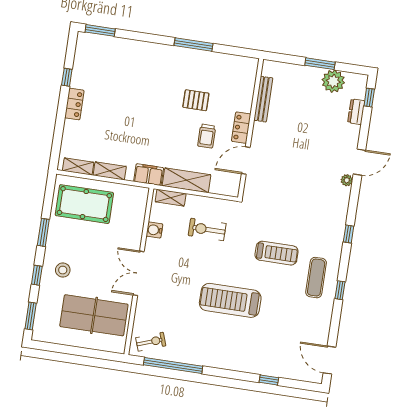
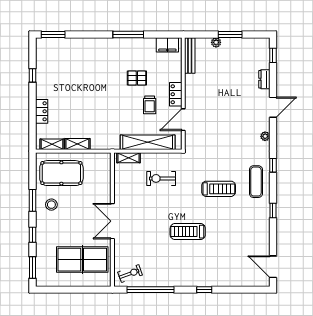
plant: (333, 81) -> (216, 42), moved, width x0.53, depth x0.53
bench: (263, 99) -> (190, 55), moved
locker: (74, 104) -> (42, 111), moved
dresser: (356, 112) -> (264, 79), moved
filing cabinet: (149, 175) -> (167, 45), moved, turned 180
shelving: (186, 180) -> (148, 142), width x1.47
plant: (347, 180) -> (265, 136), moved
water cooler: (154, 230) -> (120, 185), removed
stool: (63, 270) -> (51, 205), moved
exercise mat: (316, 278) -> (256, 182), moved
treadmill: (230, 300) -> (188, 232), width x0.73, depth x0.73
window: (269, 380) -> (204, 290), moved

